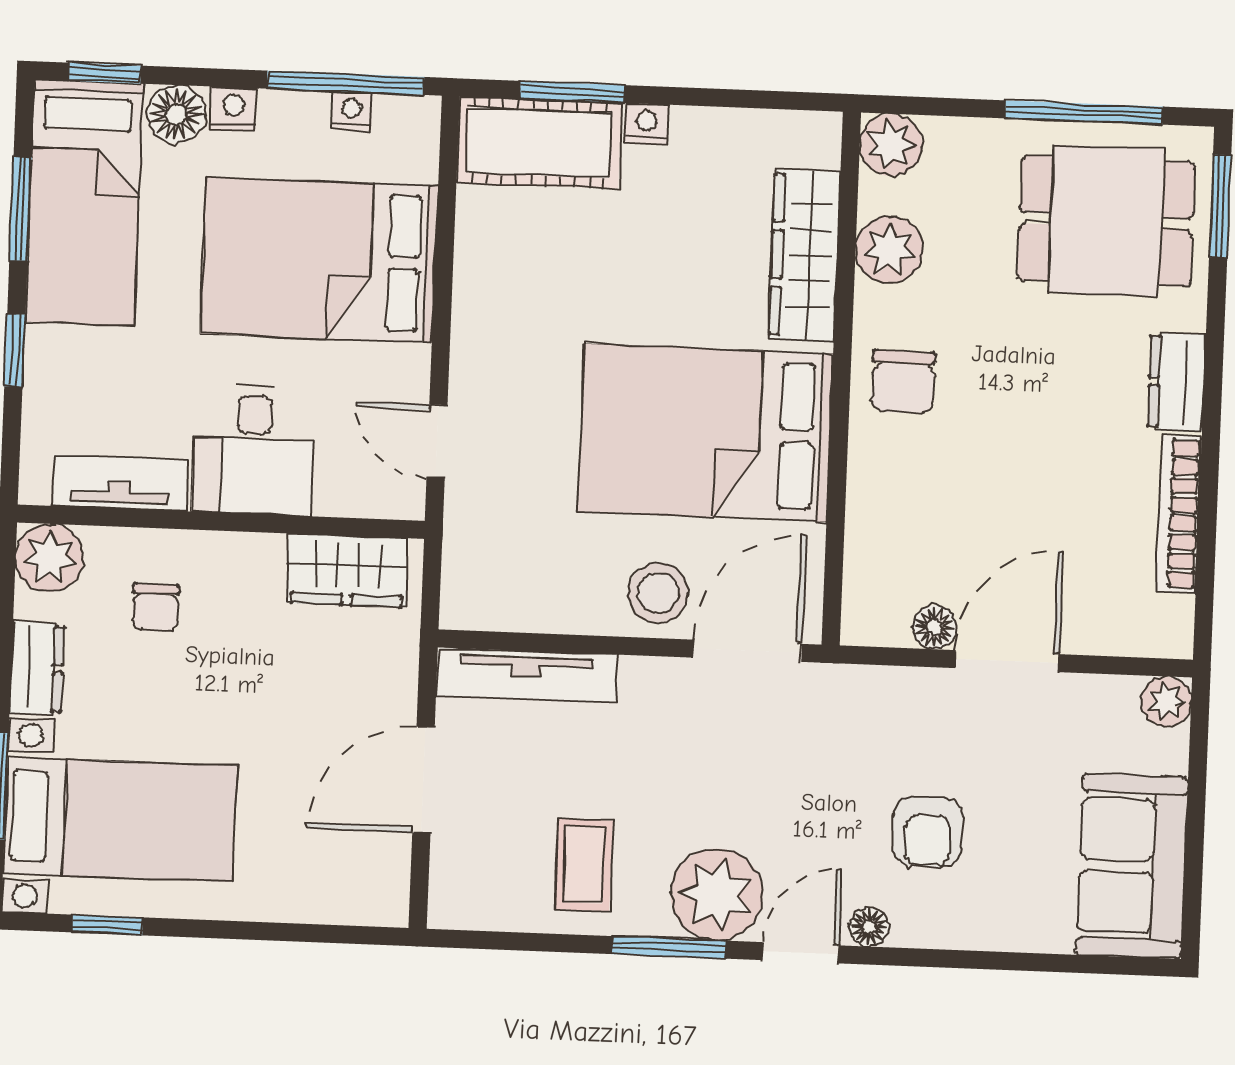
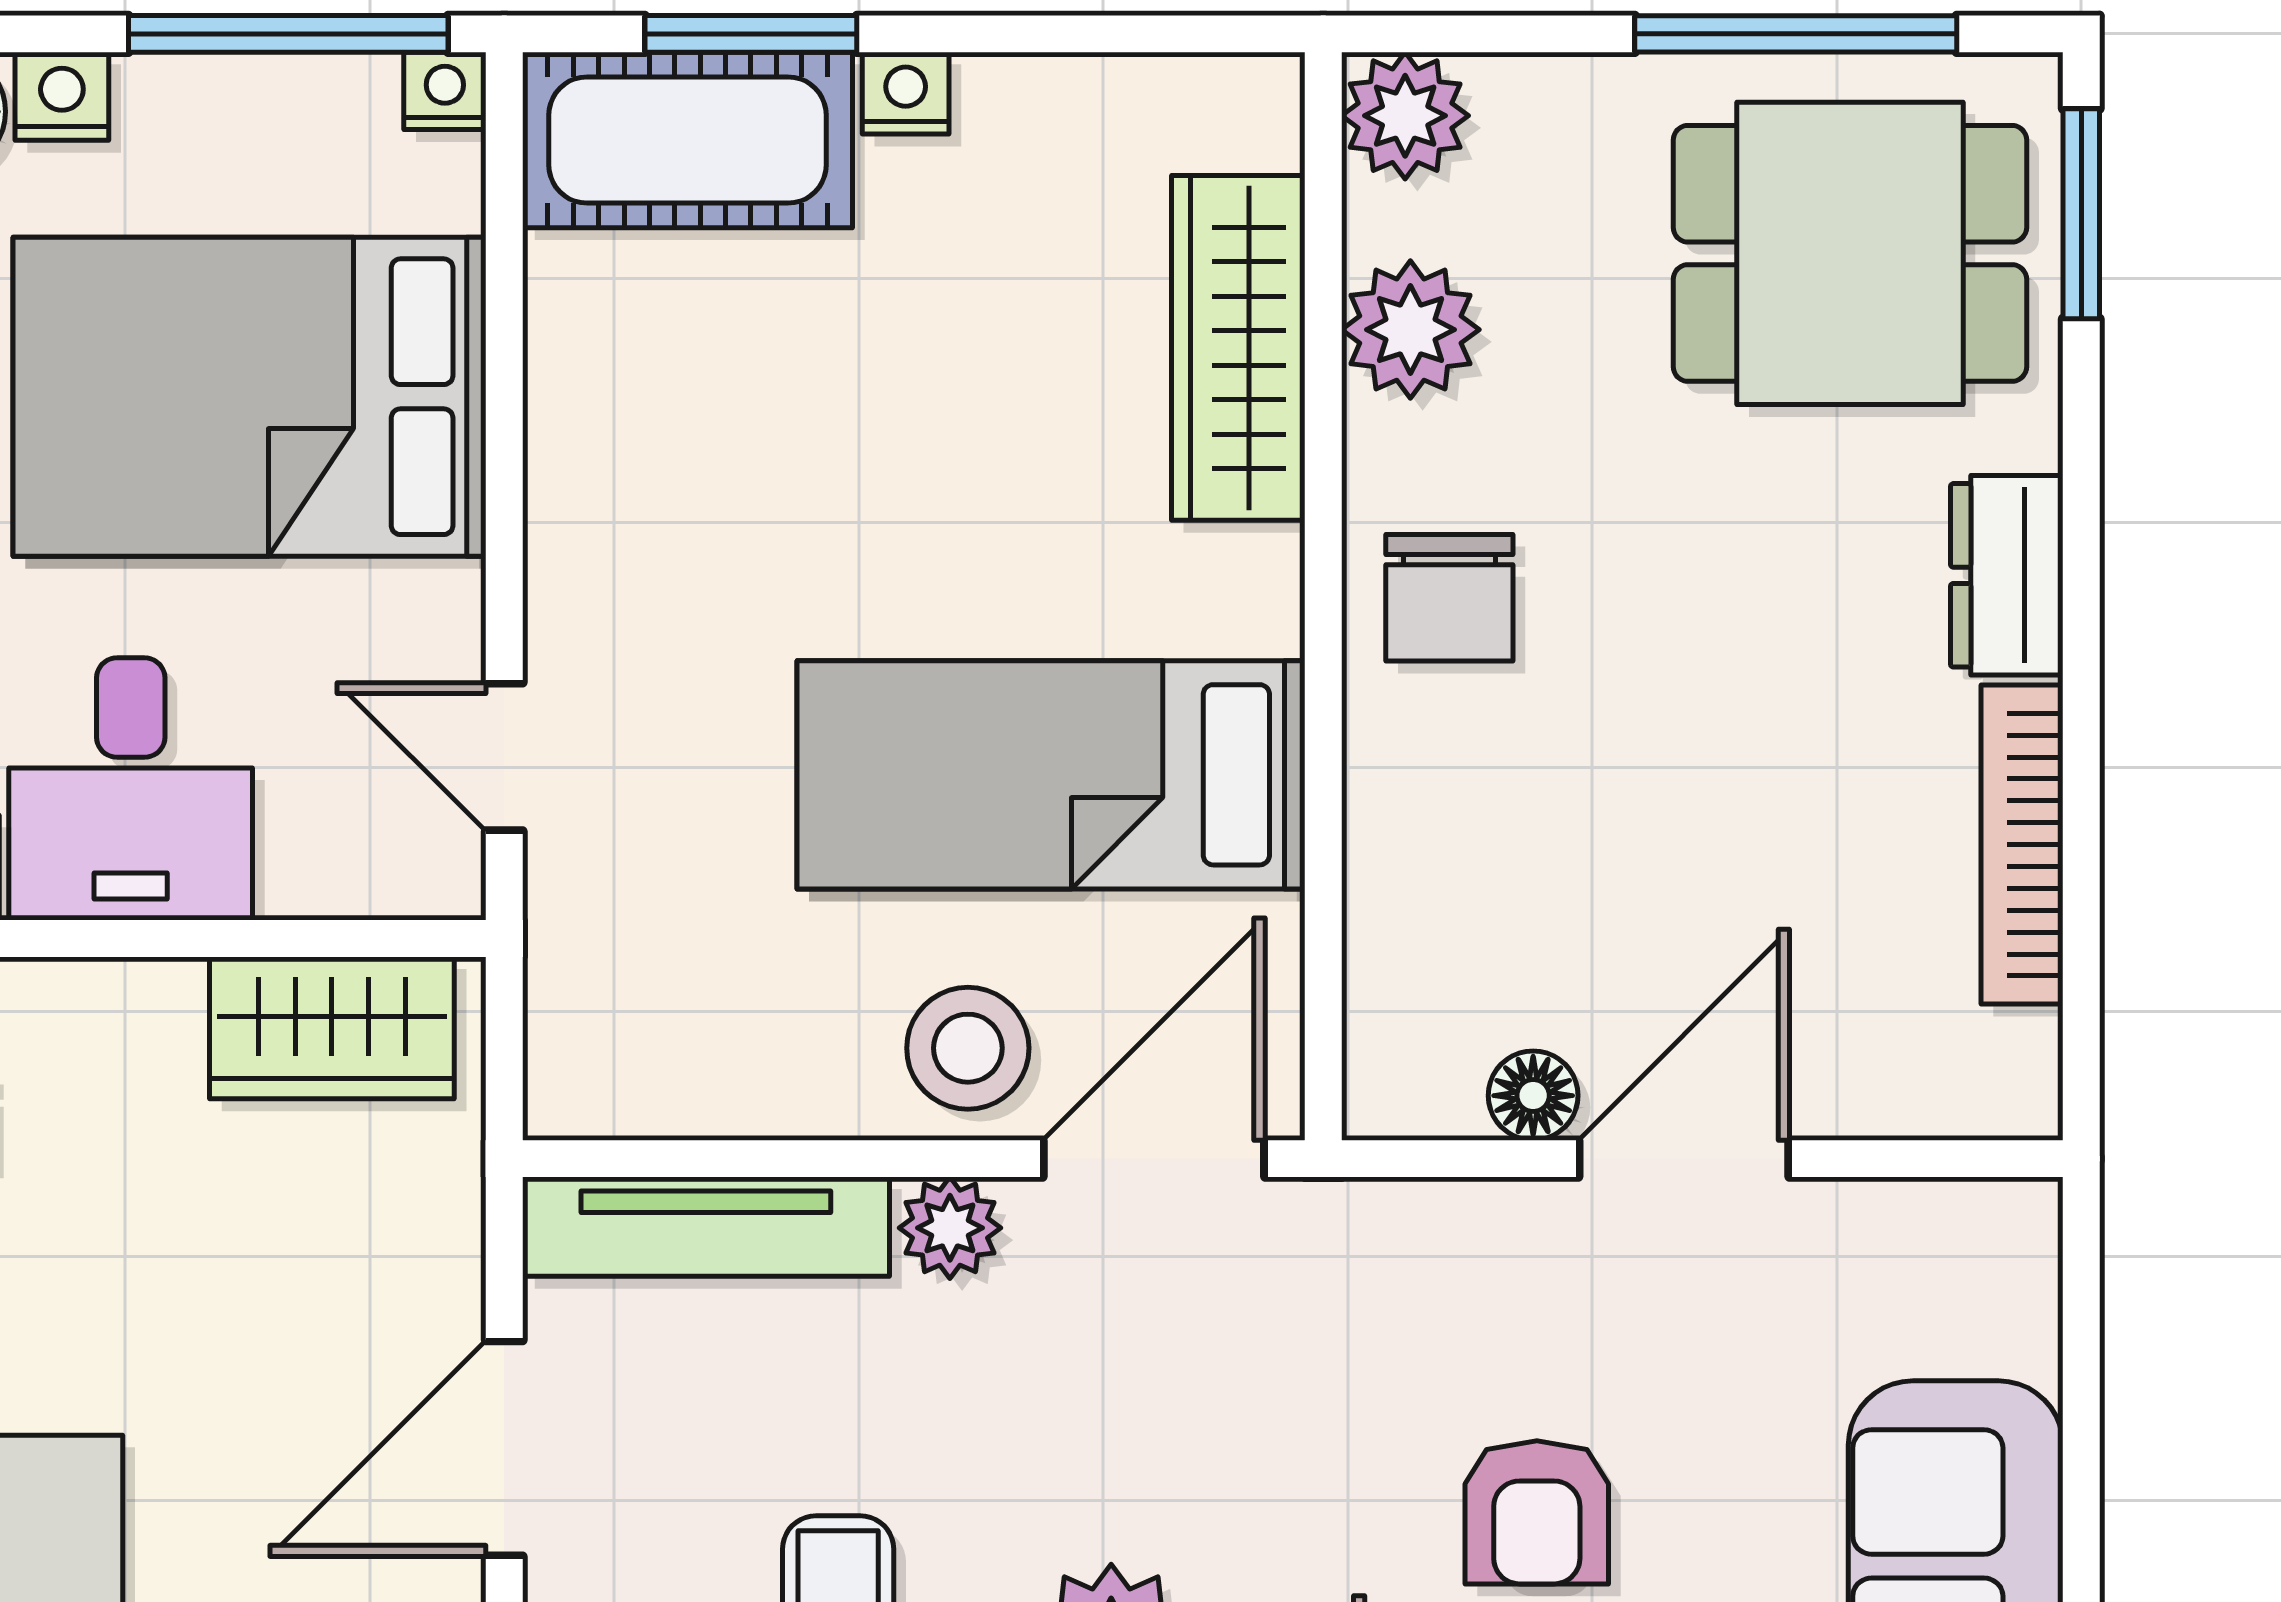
nightstand: (351, 111) -> (445, 91), moved
bed: (706, 433) -> (1051, 775), width x0.67
plant: (1166, 701) -> (950, 1228), moved

